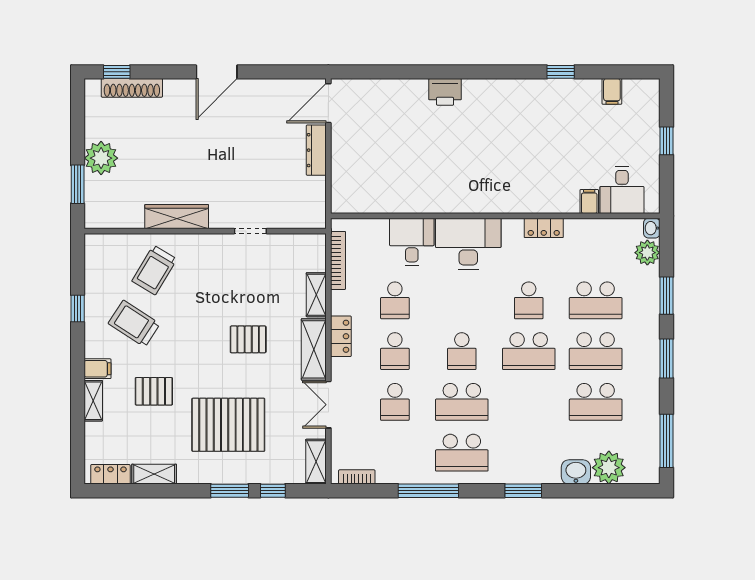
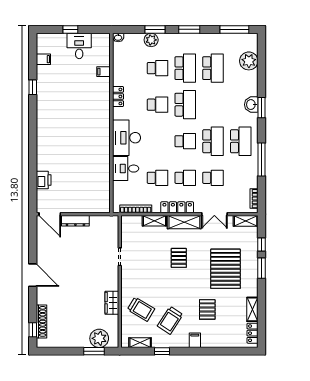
printer: (445, 92) -> (44, 180), moved
plant: (101, 158) -> (99, 338), moved
desk: (622, 190) -> (79, 46), moved, turned -90
wardrobe: (177, 217) -> (112, 303), width x0.67
plant: (647, 253) -> (151, 40), moved
school desk: (596, 300) -> (157, 68), width x0.54
locker: (341, 336) -> (177, 207), width x1.53
shelving: (93, 401) -> (140, 343), moved
washbasin: (576, 472) -> (251, 105), moved

